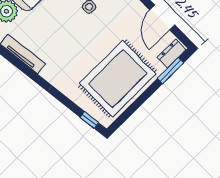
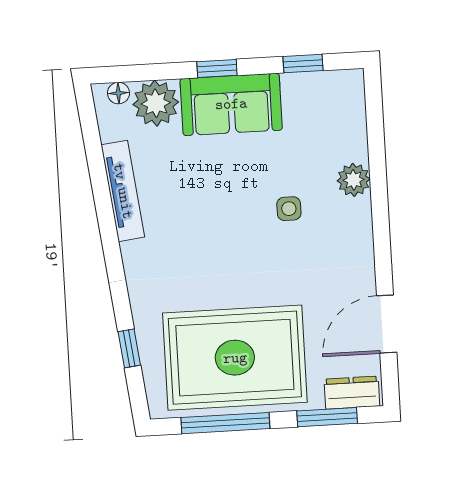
window: (135, 106) -> (225, 423), added
window: (89, 120) -> (129, 348), moved

